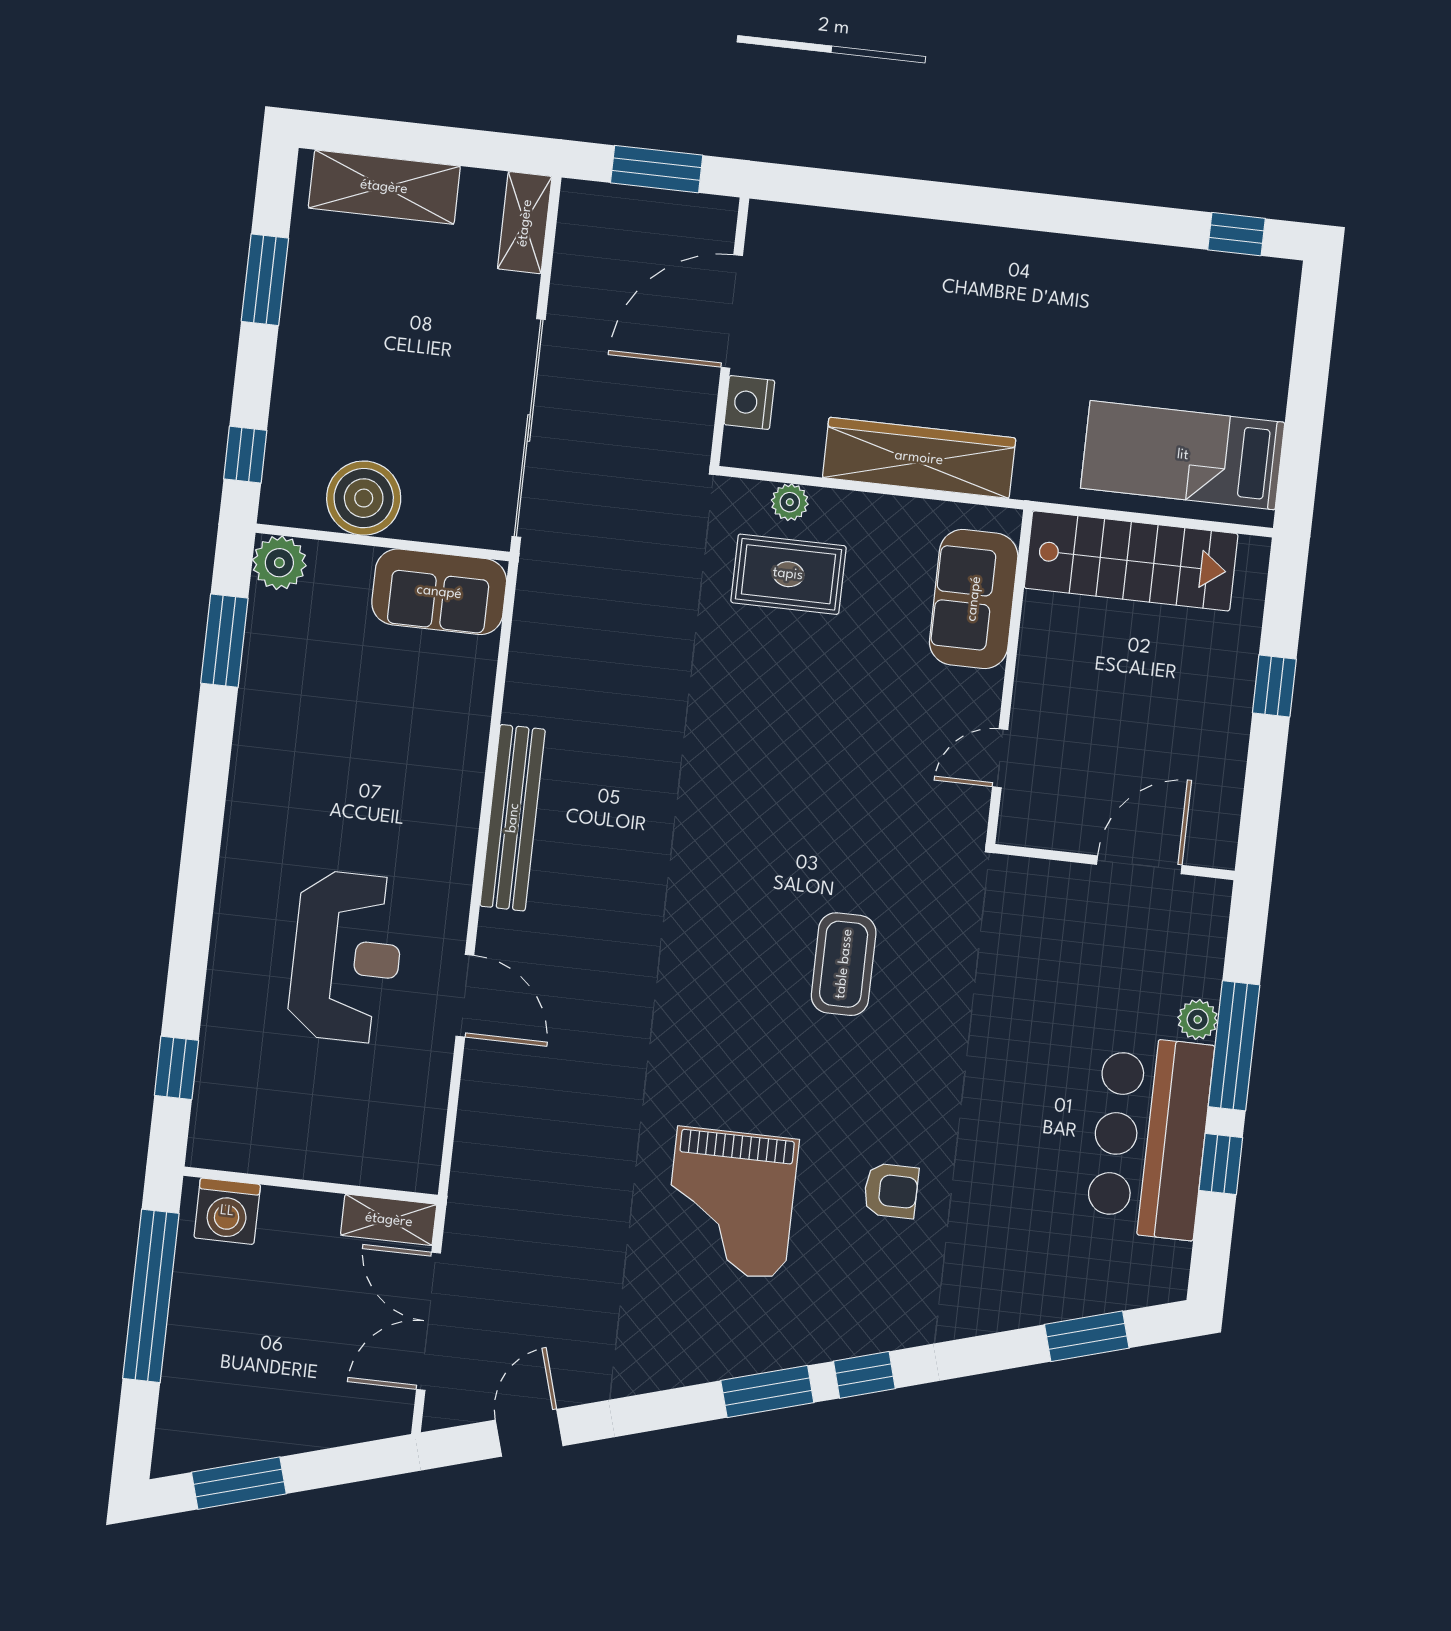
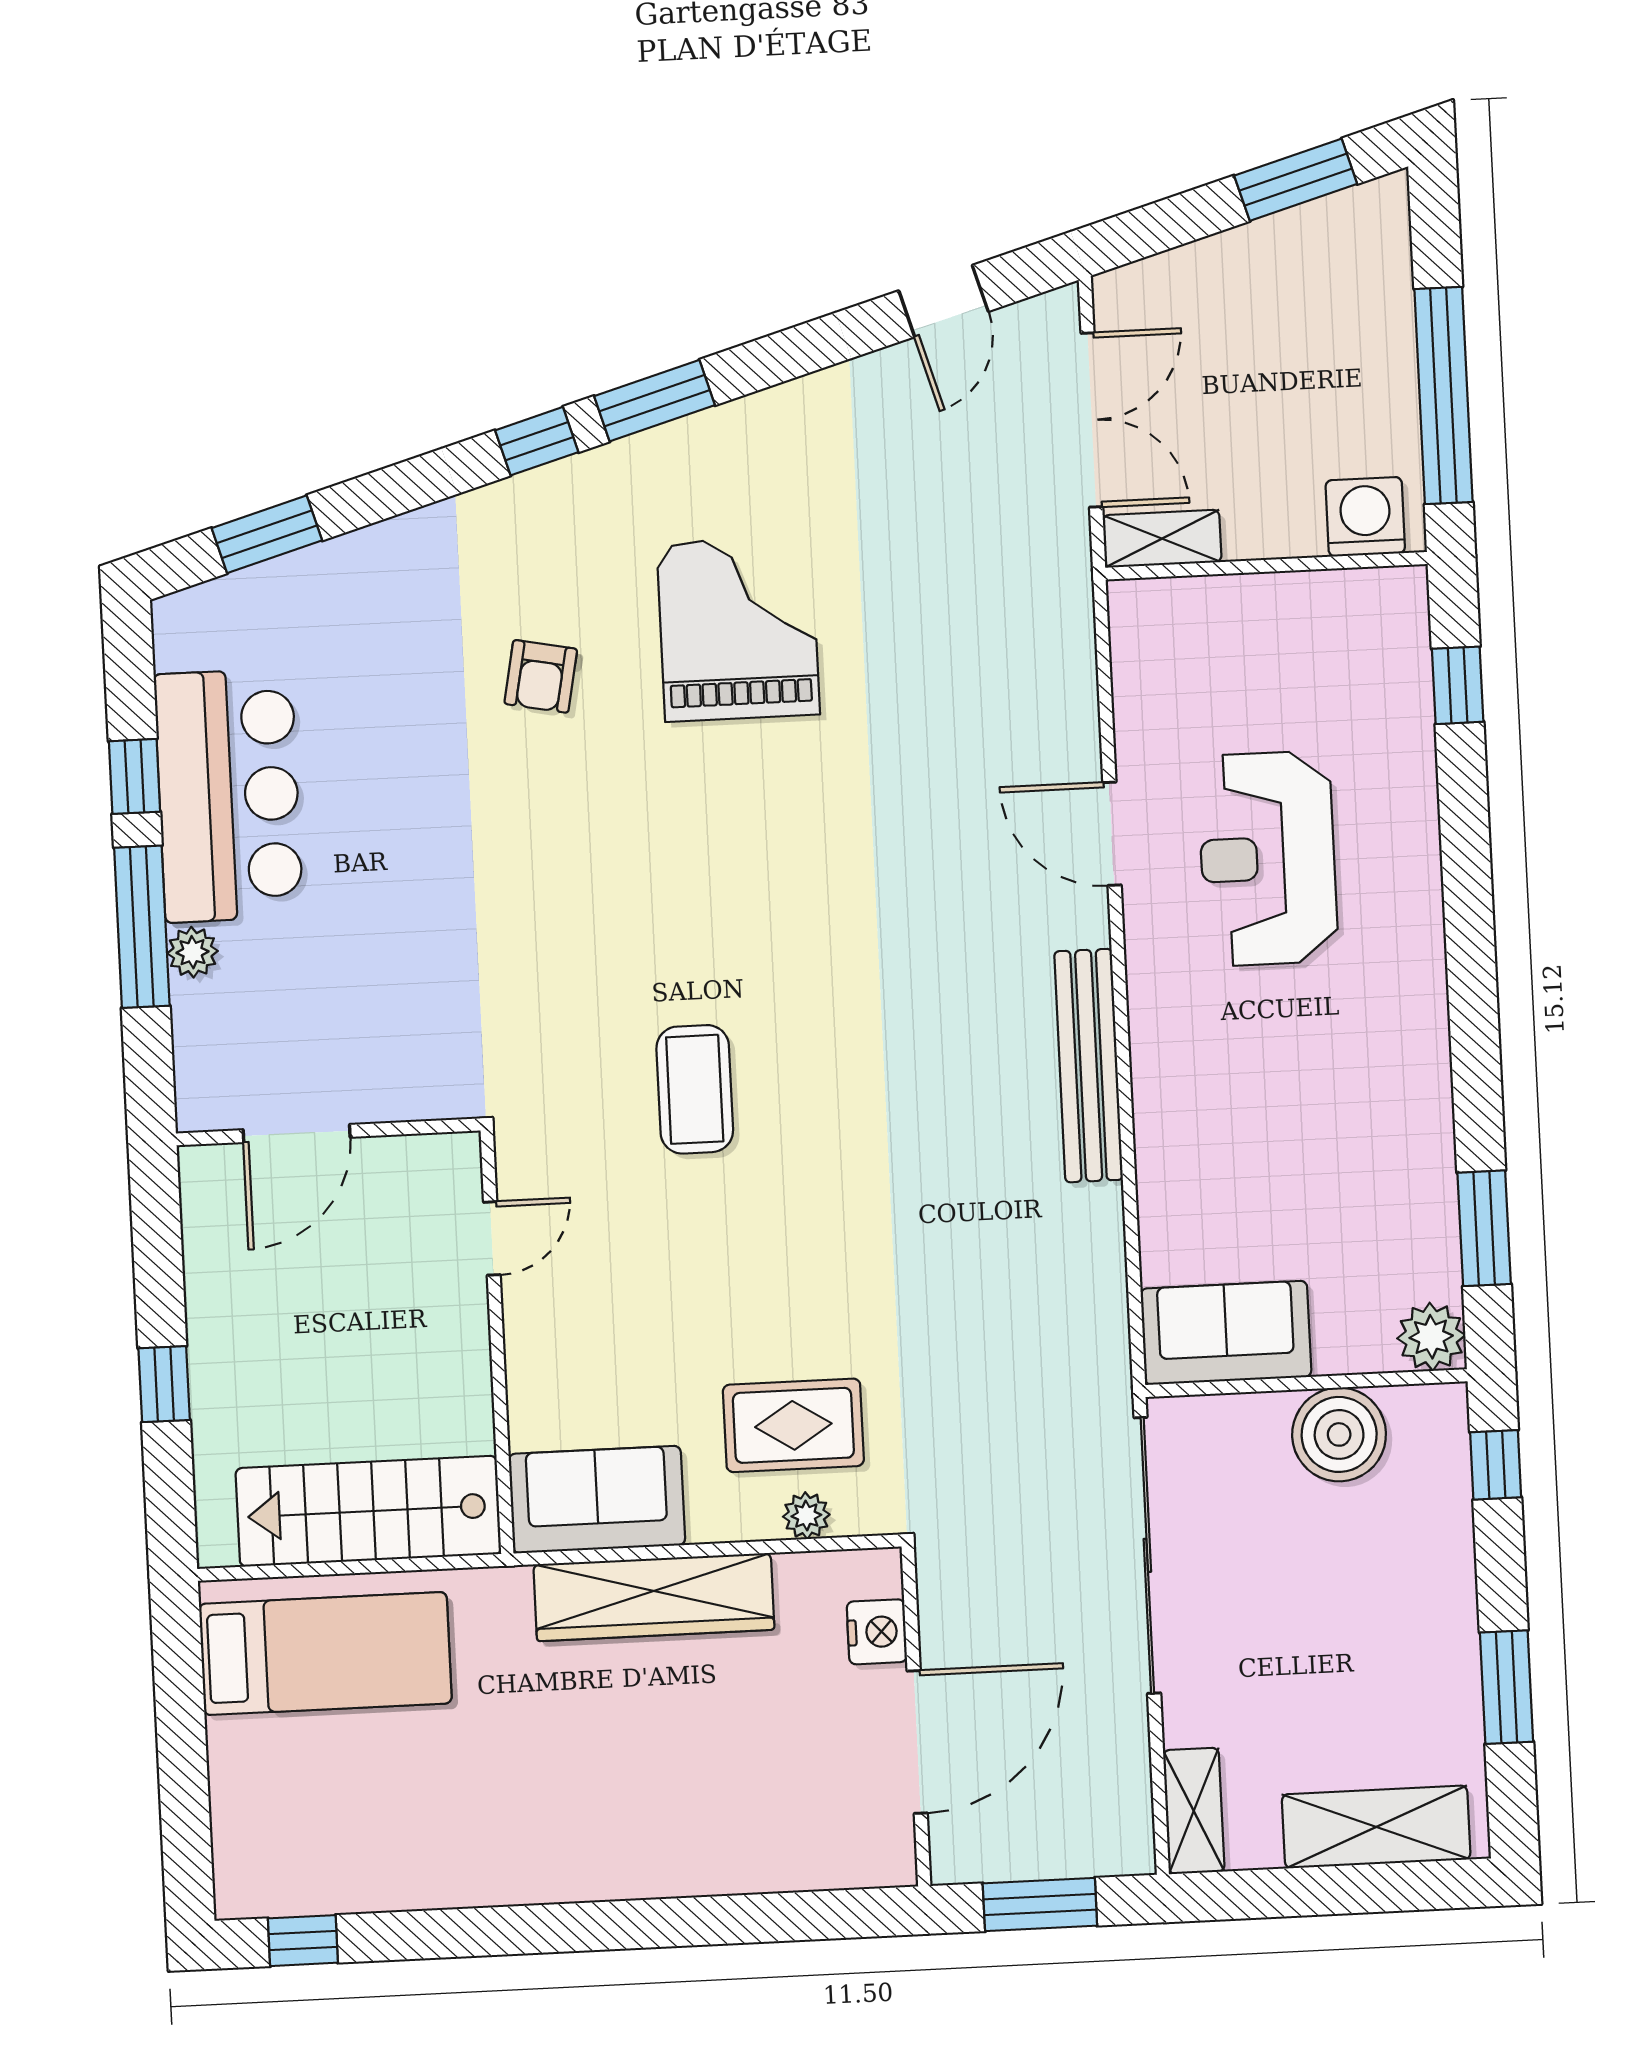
sofa: (974, 599) -> (597, 1500), moved, turned -90
coffee table: (844, 964) -> (695, 1089), moved
armchair: (891, 1191) -> (541, 676), turned -79

